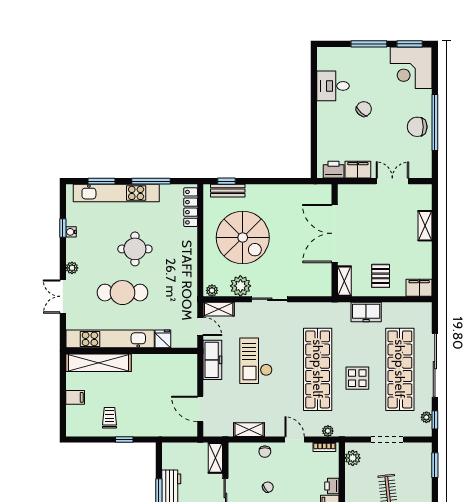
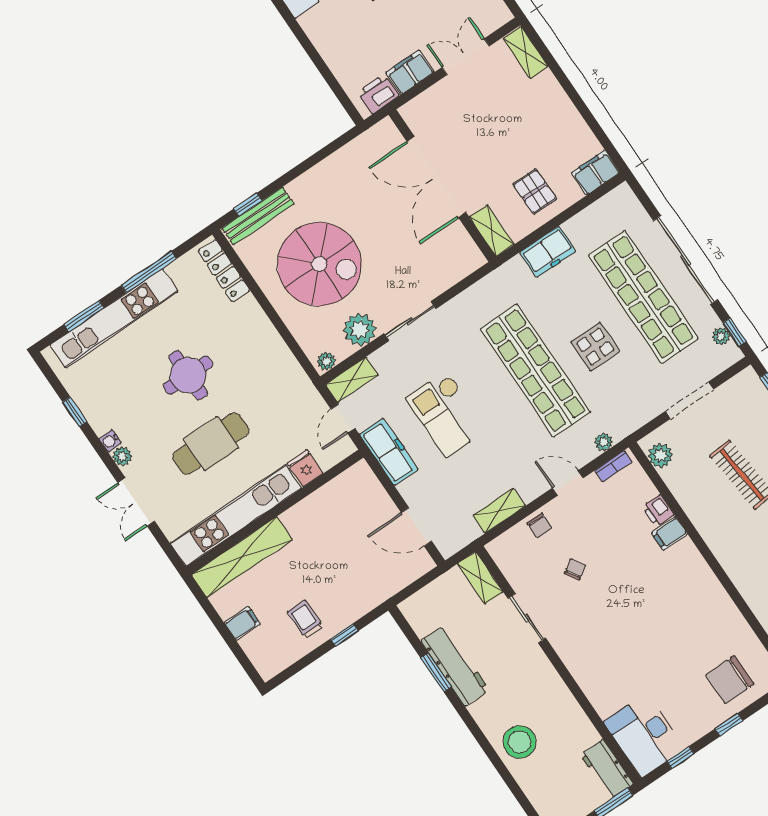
bench: (228, 191) -> (258, 216), width x1.36
shelving: (425, 226) -> (526, 53), moved
water cooler: (71, 232) -> (110, 441), moved
door: (200, 326) -> (343, 419), swing flipped

